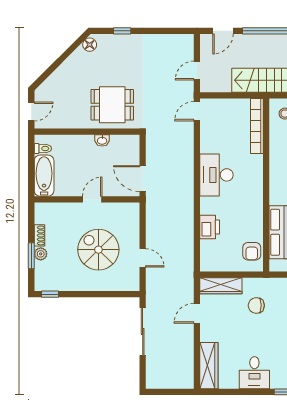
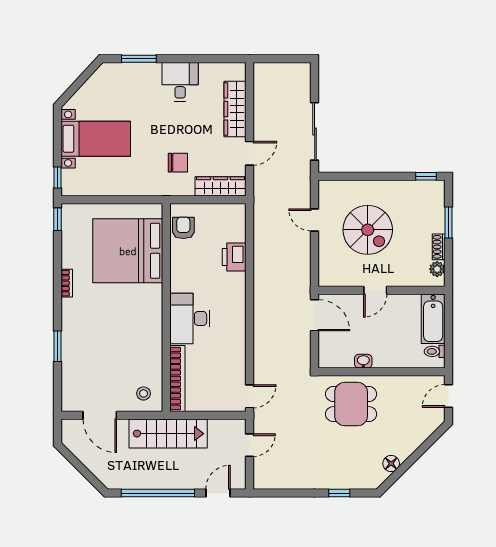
floor lamp: (90, 45) -> (391, 464), moved
desk: (216, 175) -> (190, 318), moved, turned 180
plant: (41, 254) -> (437, 269), moved
wardrobe: (209, 366) -> (235, 109), moved

